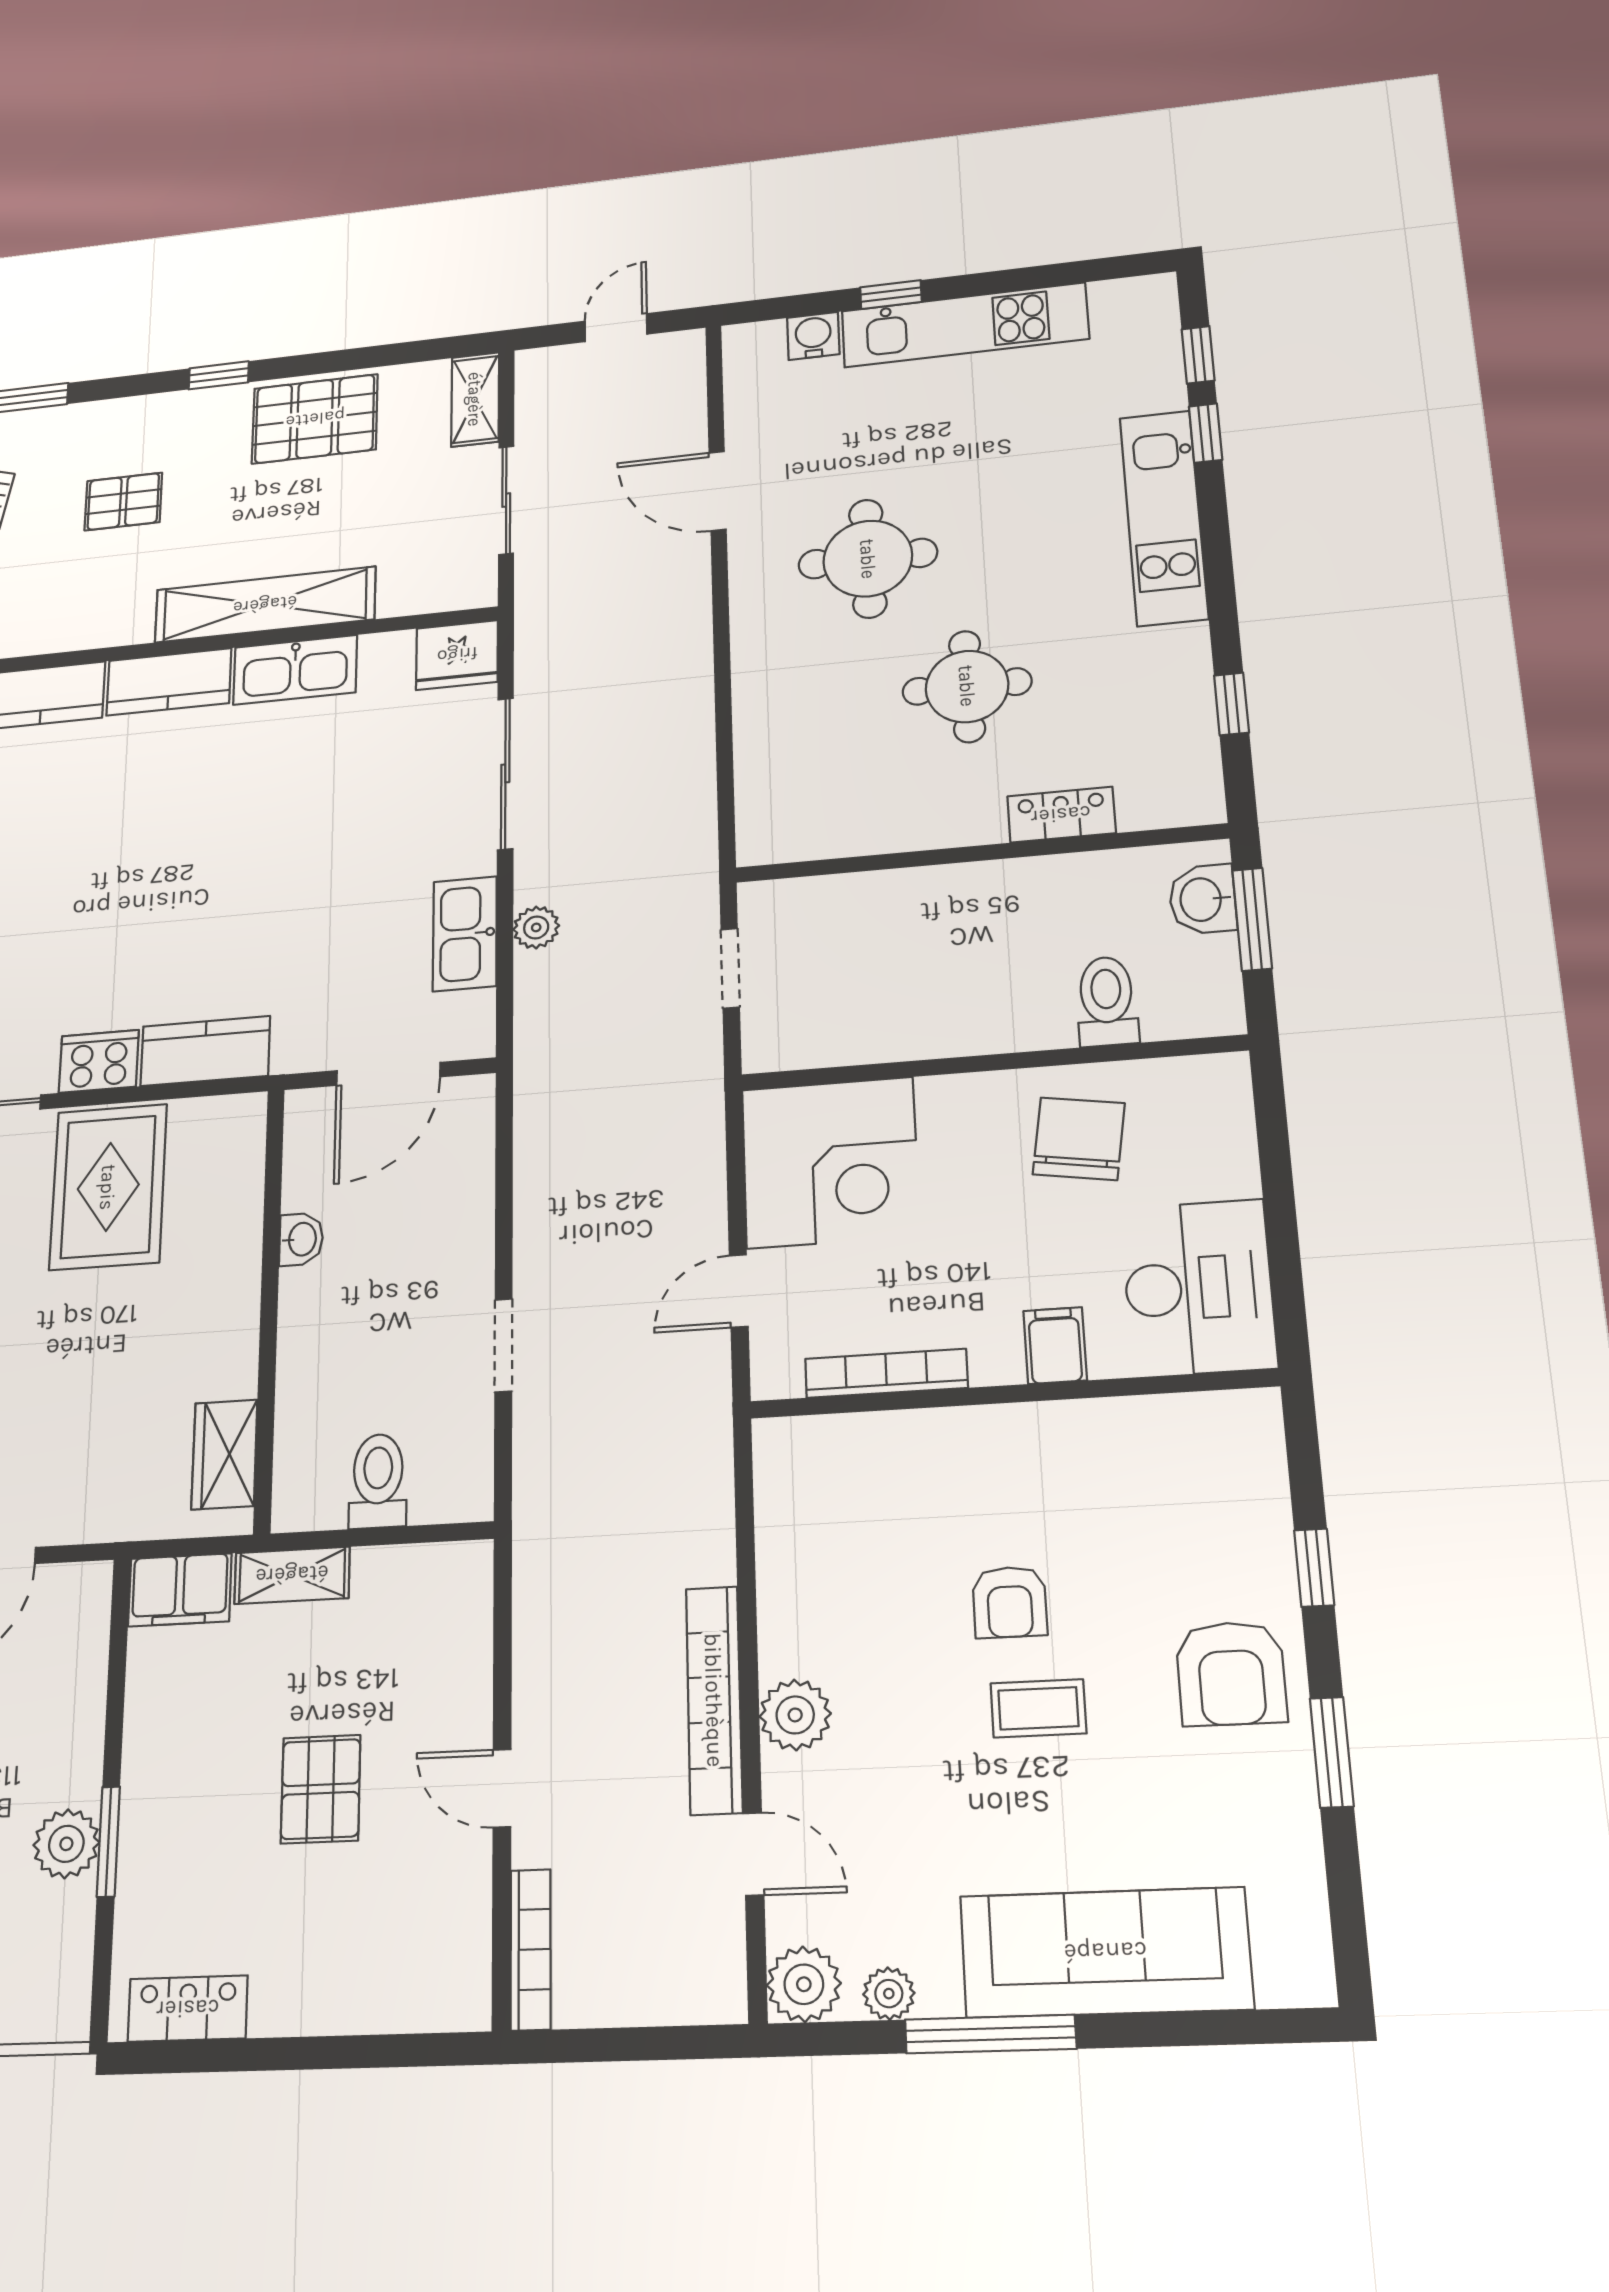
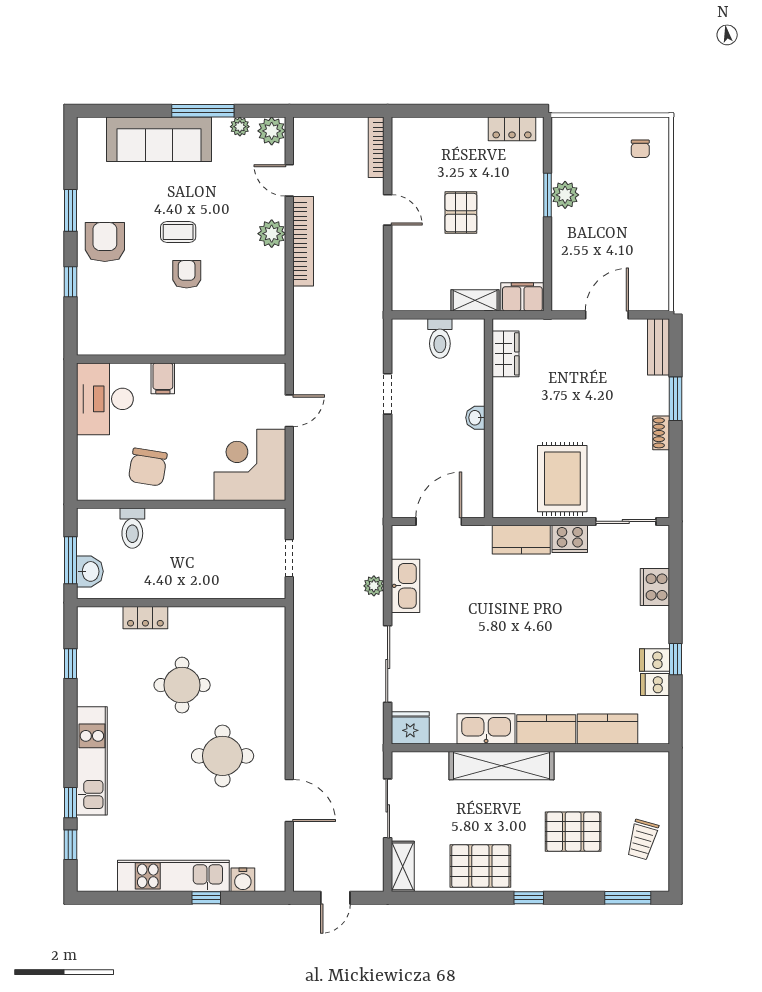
pallet: (123, 502) -> (573, 832), width x1.50, depth x1.42
washbasin: (301, 1239) -> (475, 418), moved
bookcase: (886, 1373) -> (231, 371), removed

